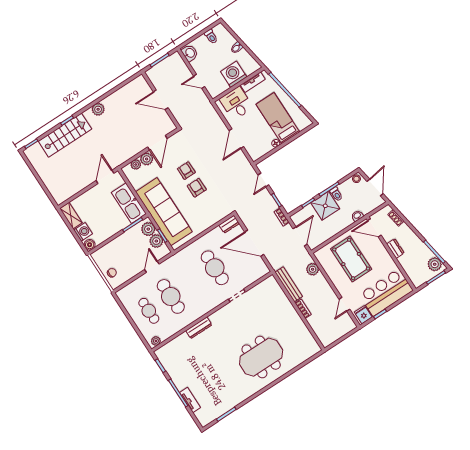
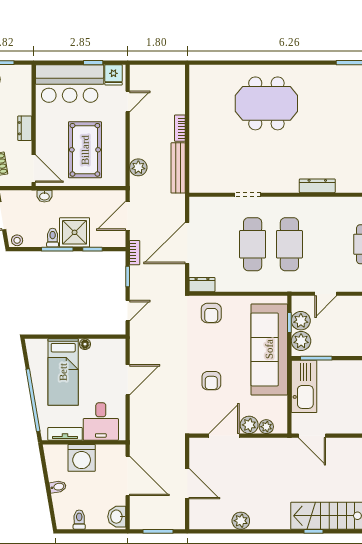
door: (199, 81) -> (128, 476), width x1.88
plant: (98, 109) -> (241, 521), moved
door: (105, 177) -> (312, 436), hinge flipped
armchair: (197, 188) -> (211, 313), moved
door: (254, 243) -> (187, 243), swing flipped
cafe table: (171, 296) -> (289, 244), moved

